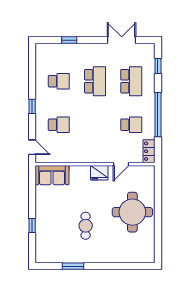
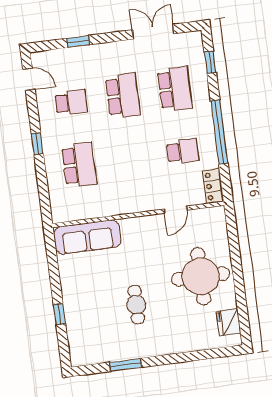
school desk: (59, 125) -> (79, 165), width x1.85
door: (32, 147) -> (29, 79), moved
fridge: (99, 173) -> (229, 322), moved, turned 90
sofa: (52, 175) -> (87, 237), width x1.36

